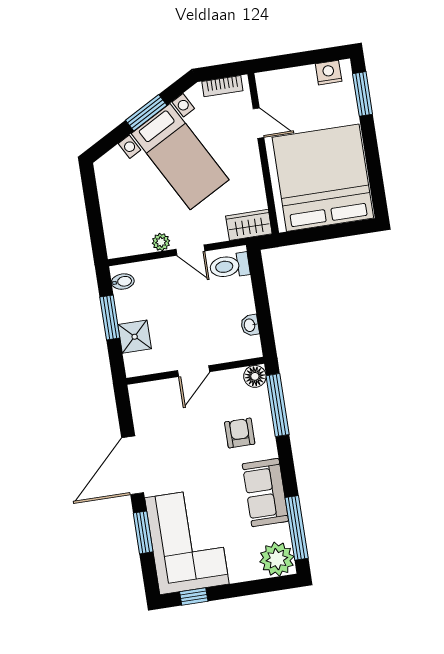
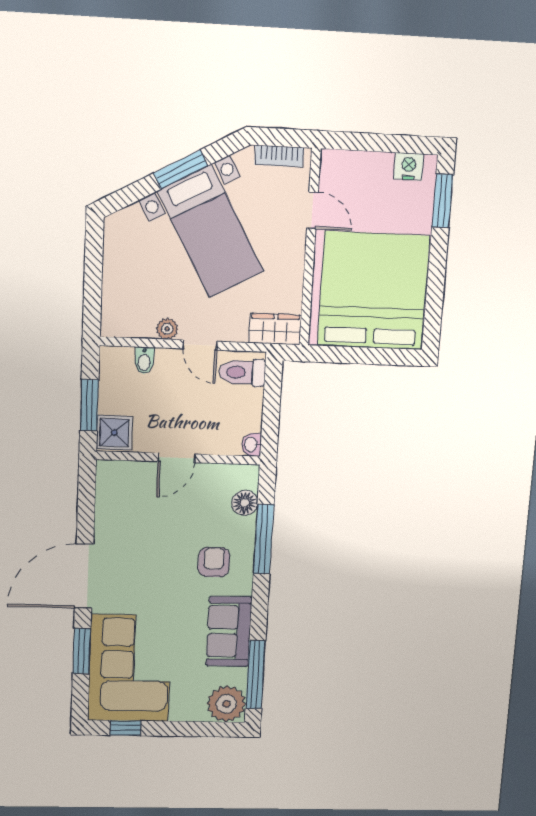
bidet: (123, 282) -> (144, 361), moved, turned 90
door: (194, 371) -> (176, 458), moved
wall: (195, 371) -> (178, 458), moved

